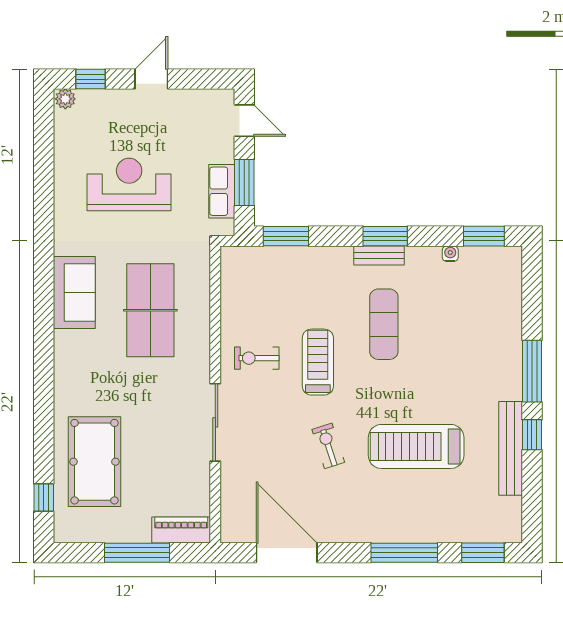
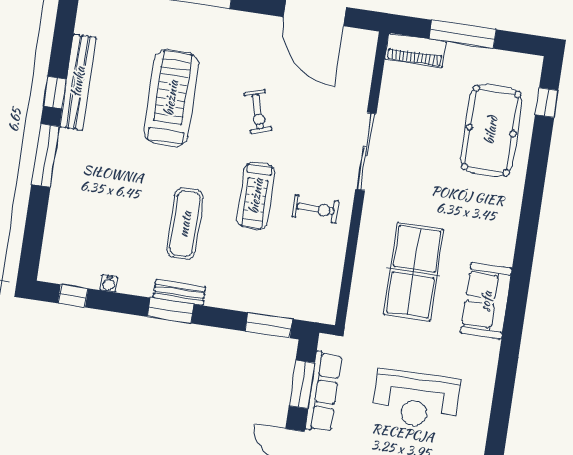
row of seats: (222, 191) -> (323, 392), width x1.48
window: (484, 236) -> (73, 296), width x0.67
treadmill: (416, 446) -> (171, 98), turned -90

